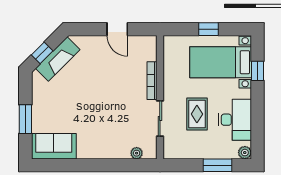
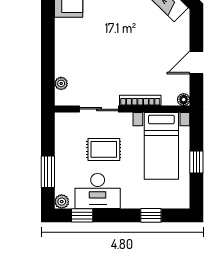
floor lamp: (151, 41) -> (184, 100), added
bed with nightstands: (221, 62) -> (161, 146), moved, turned 180
window: (258, 134) -> (82, 215), added

